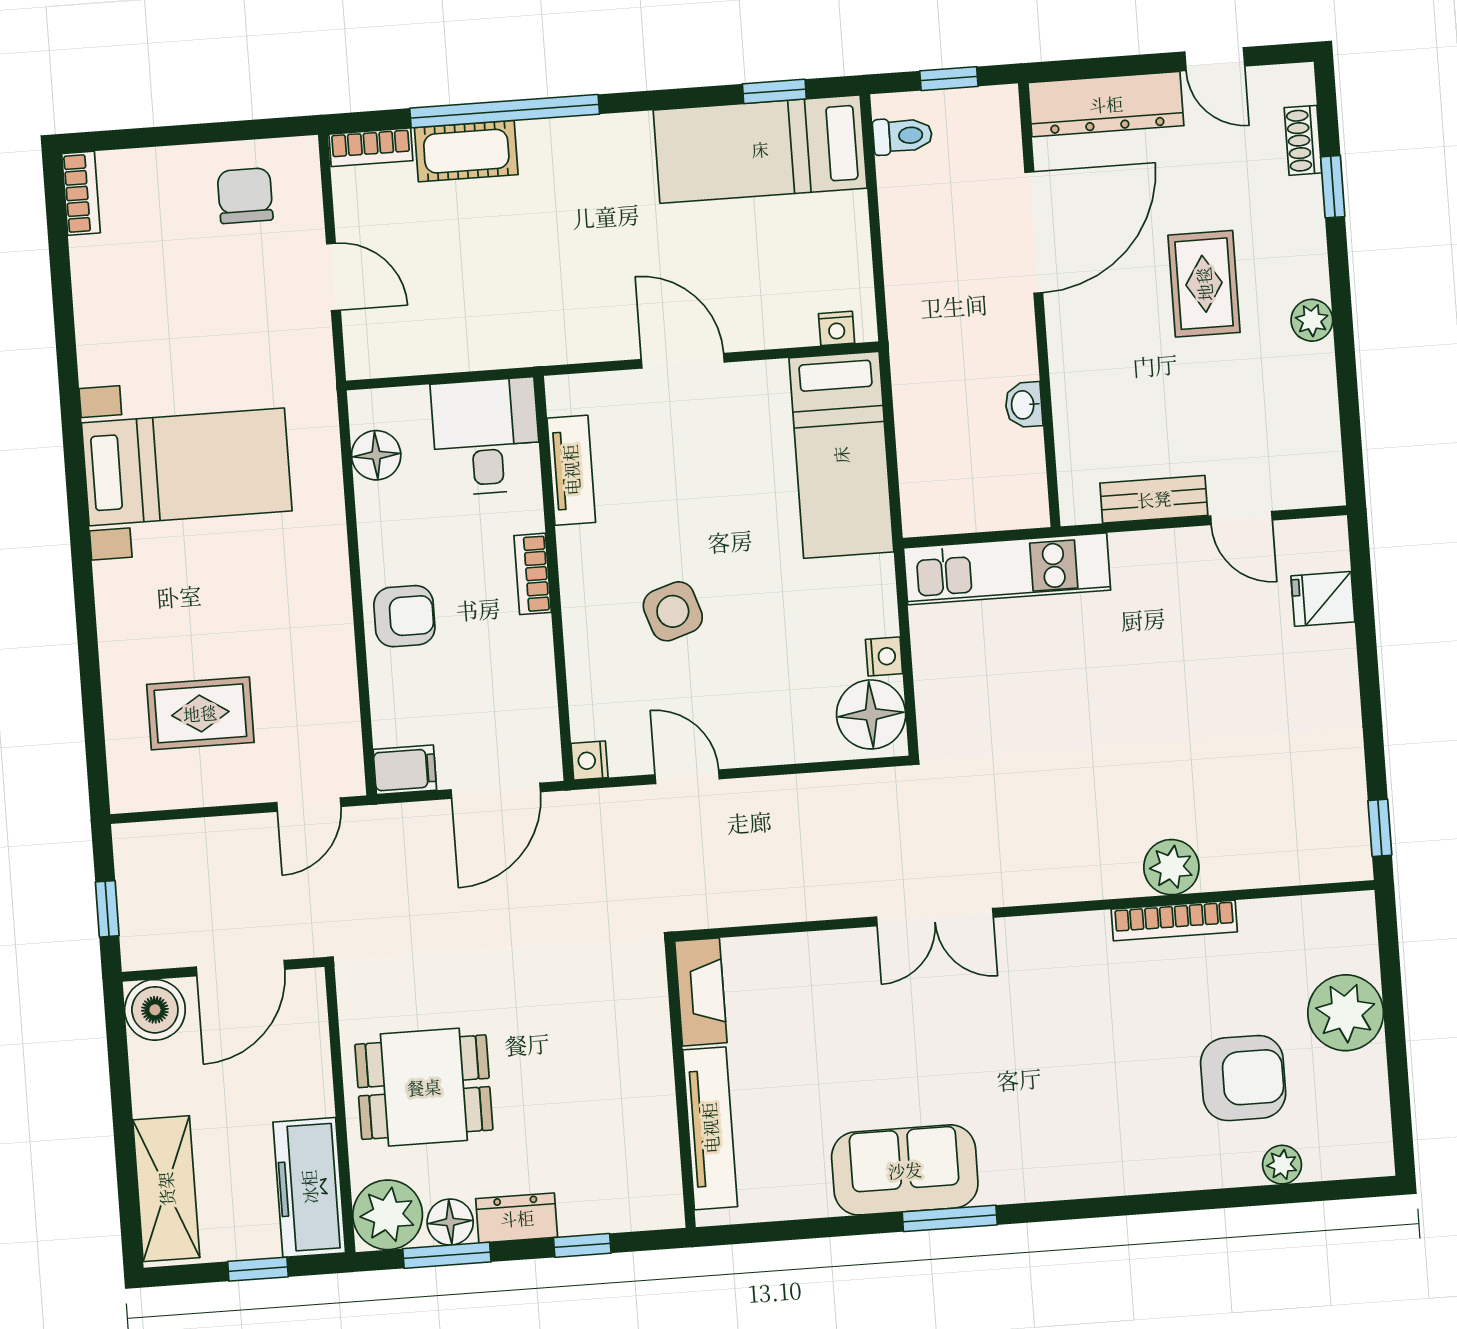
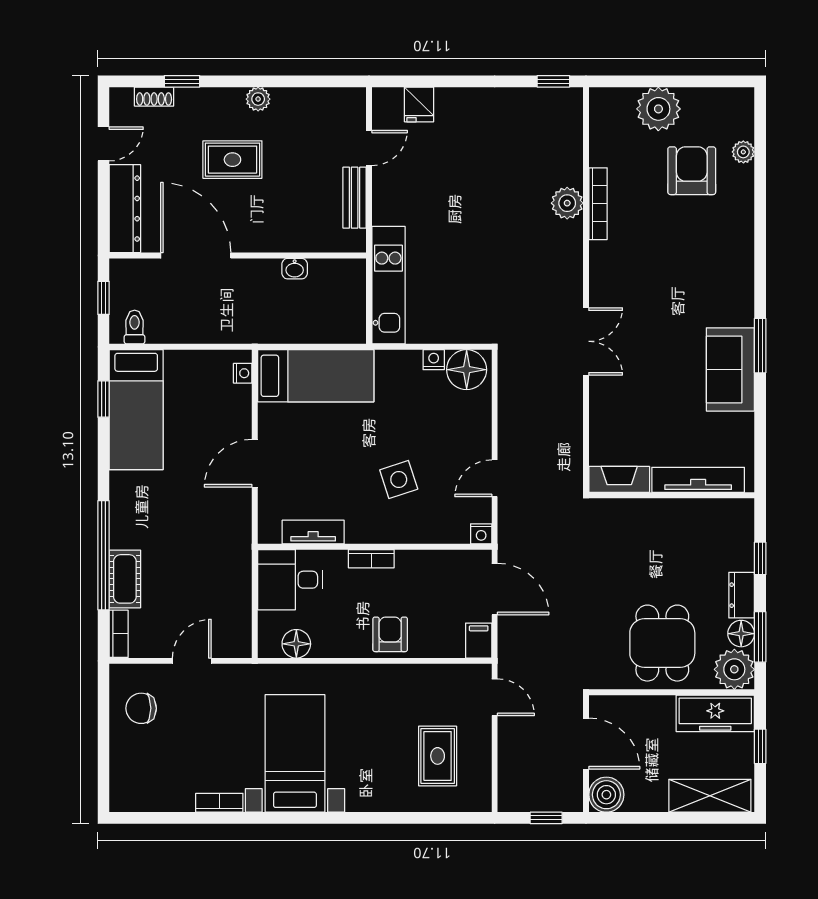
bookcase: (81, 193) -> (219, 803), moved

